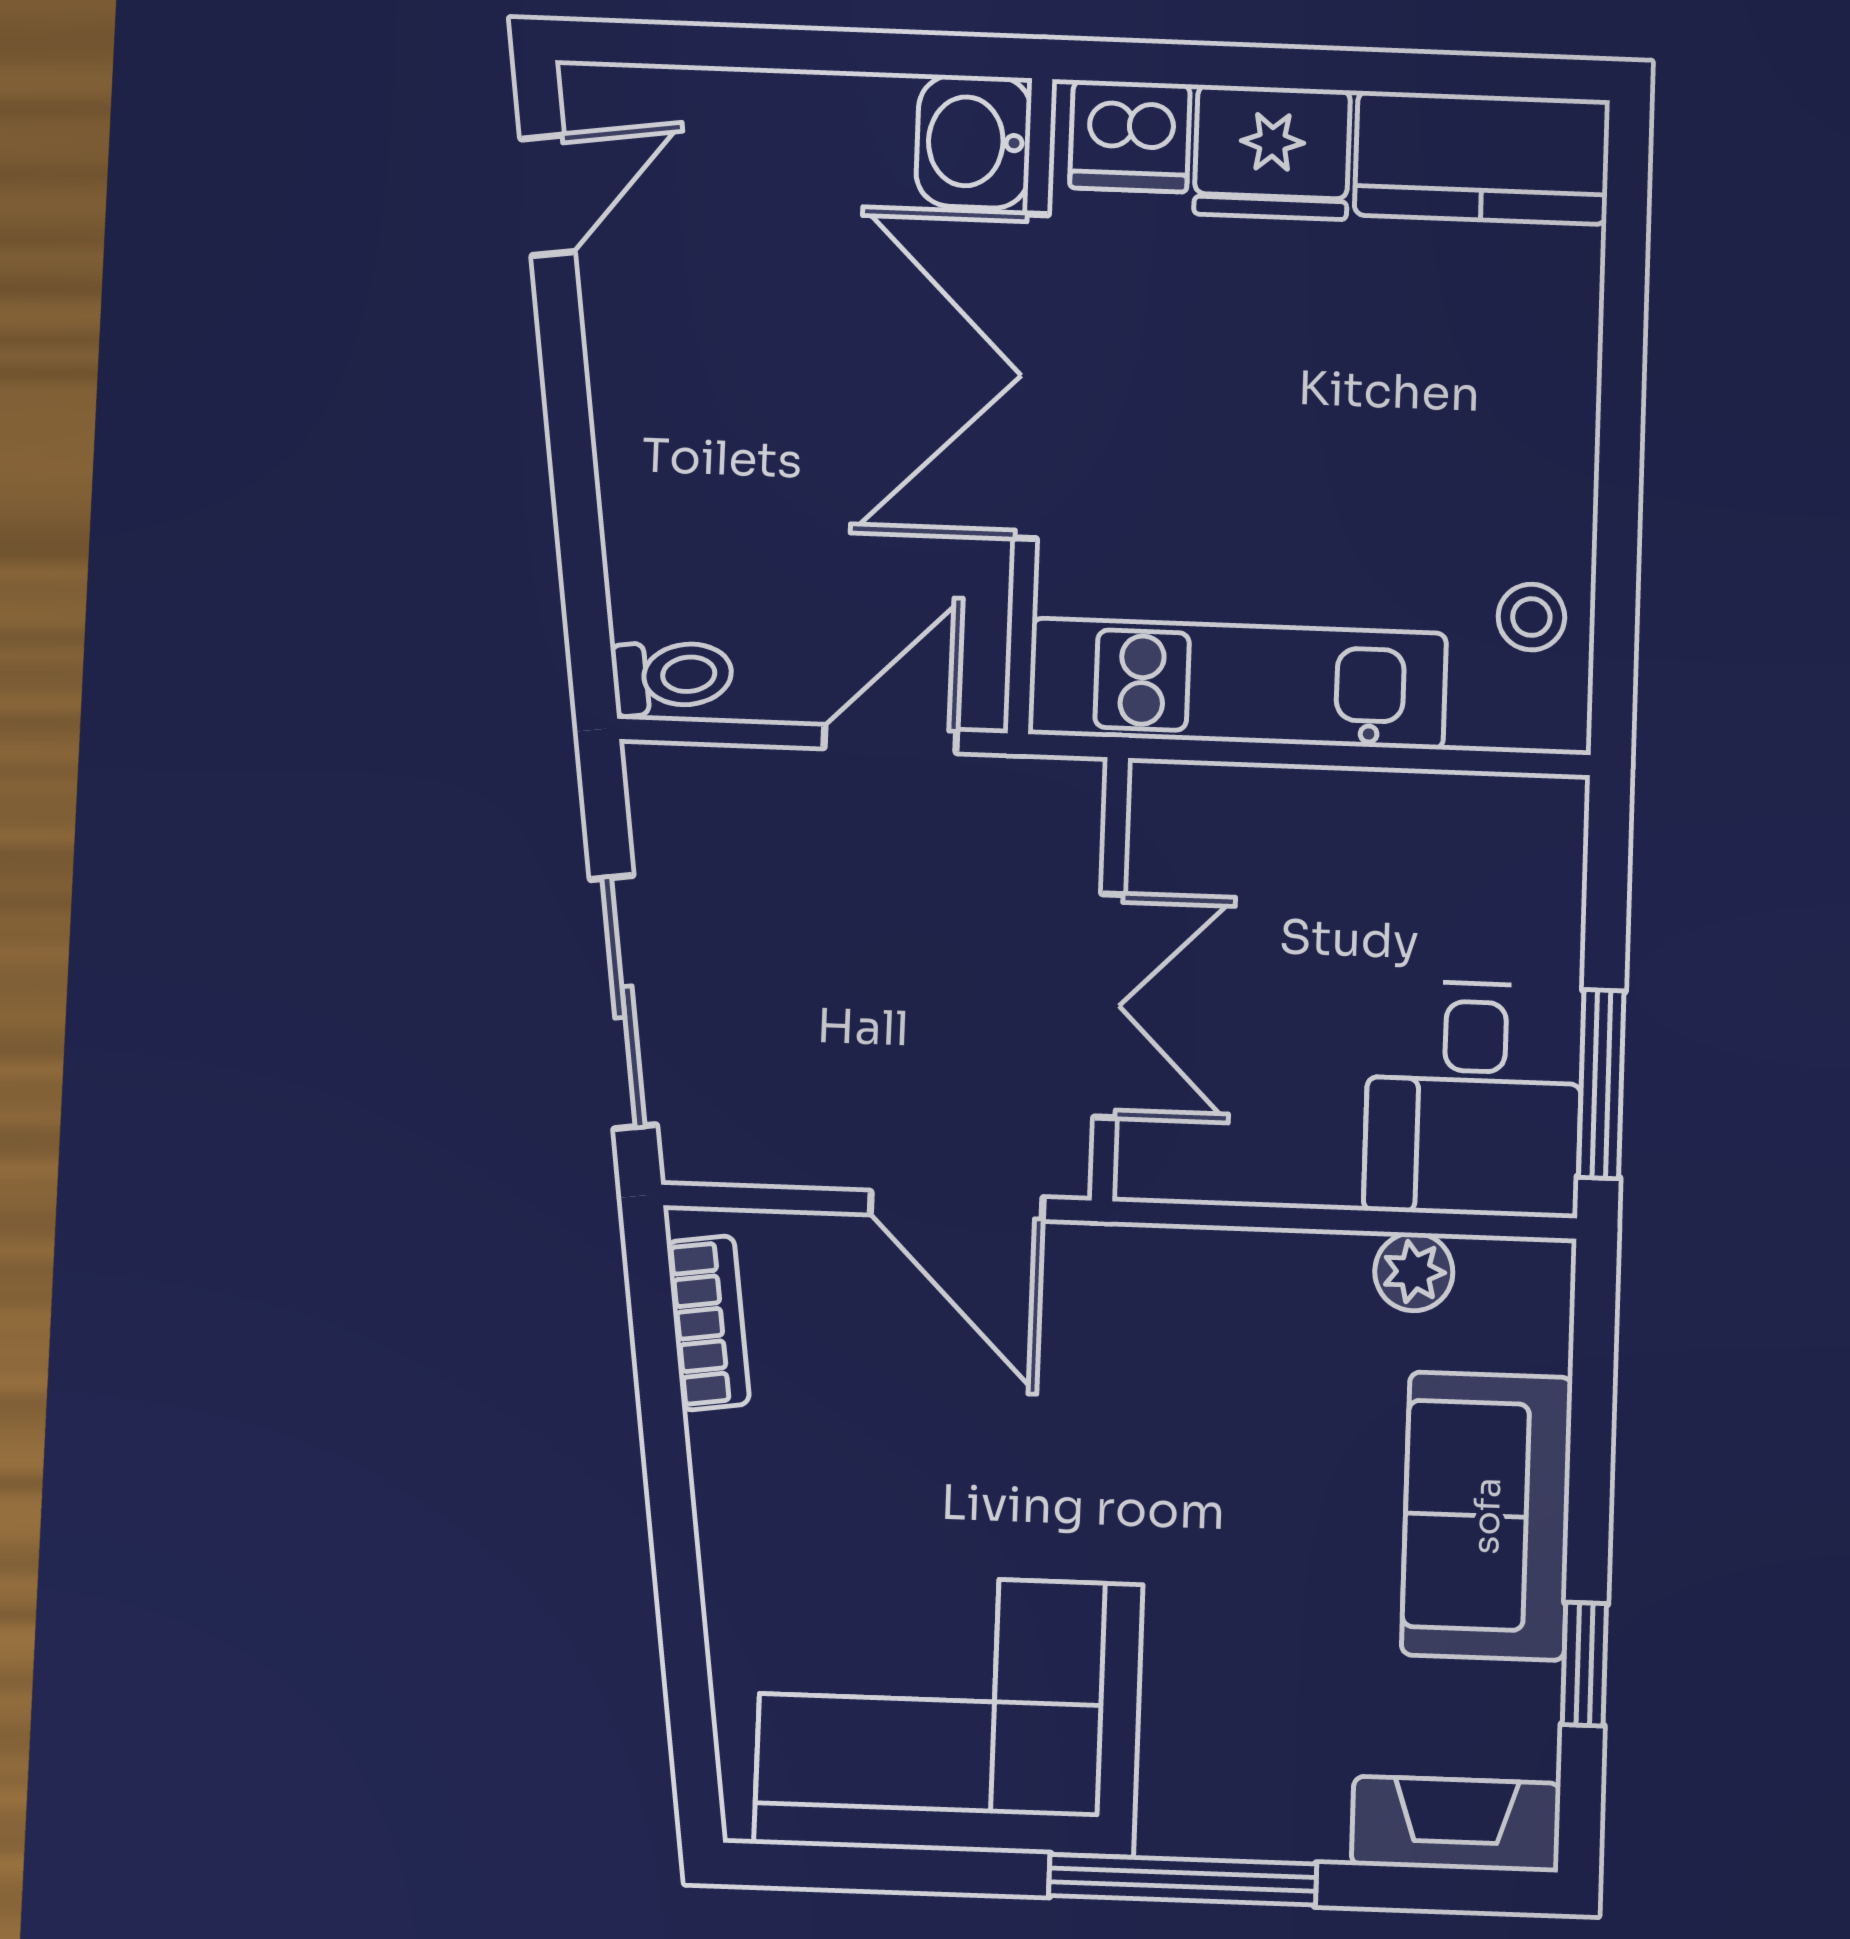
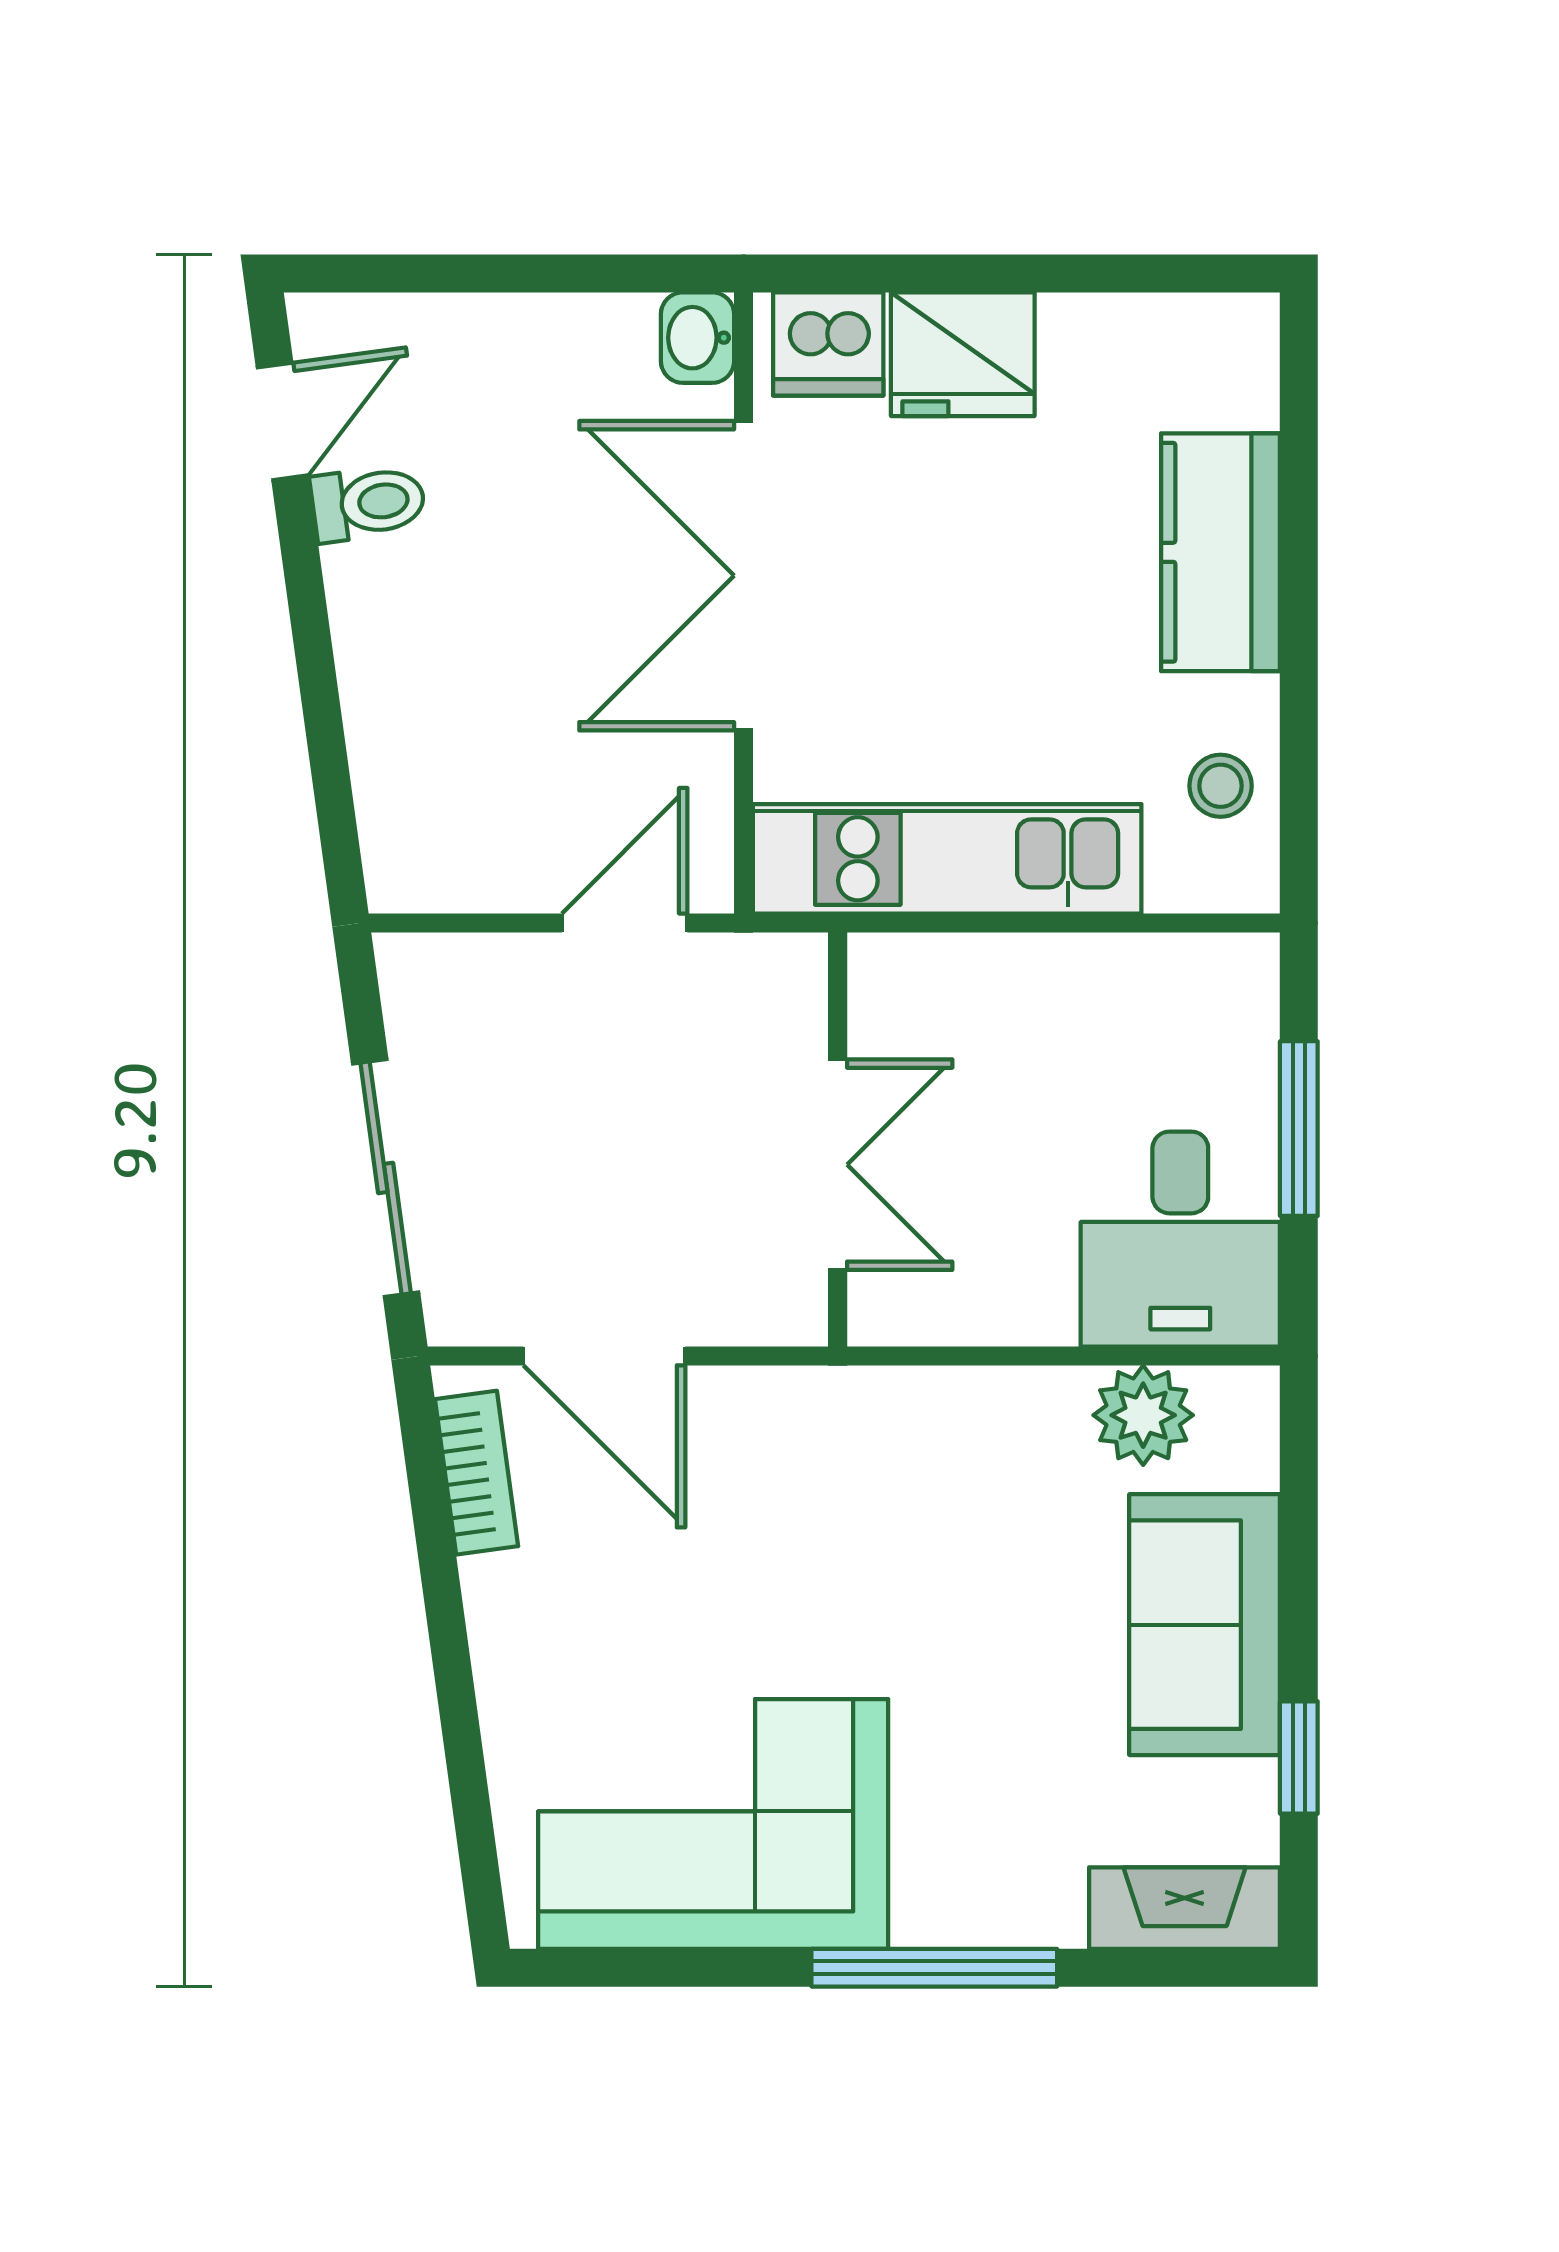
washbasin: (974, 142) -> (698, 338), width x0.72, depth x0.69
kitchen counter: (1482, 158) -> (1221, 552), moved, turned 90
toilet: (672, 676) -> (368, 503), moved
window: (1601, 1084) -> (1299, 1129), moved
door: (957, 1206) -> (604, 1356), moved
plant: (1414, 1272) -> (1143, 1415), width x1.38, depth x1.38

